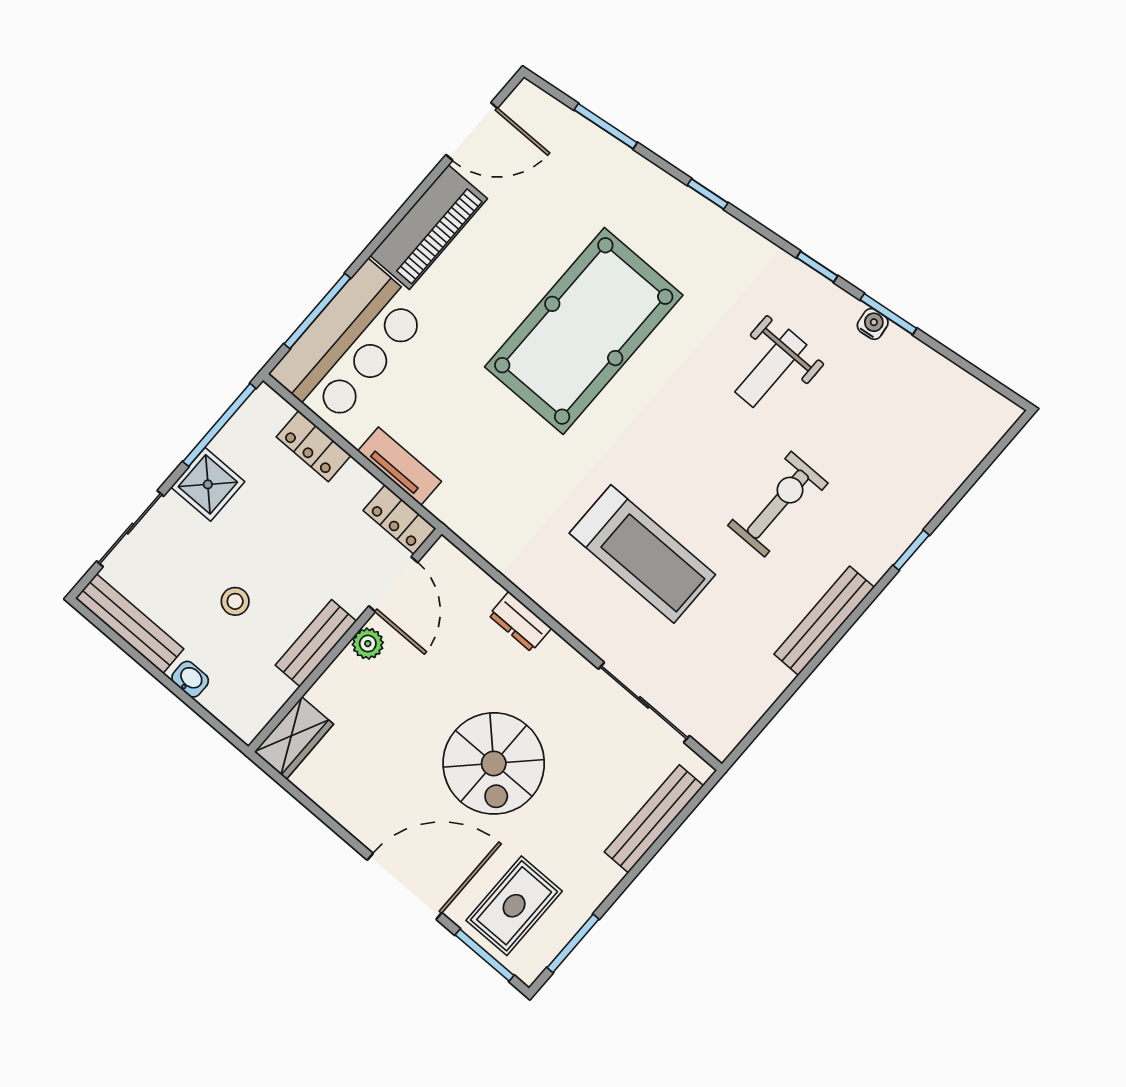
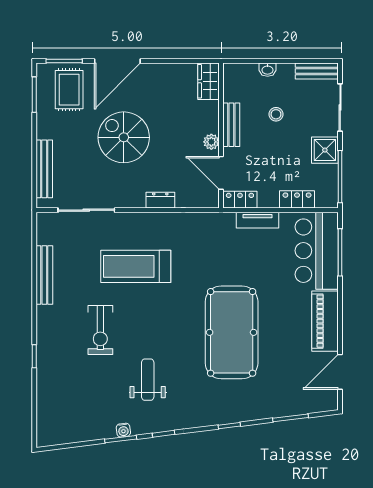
bench: (824, 621) -> (44, 275), moved
bench: (130, 624) -> (317, 71), width x0.73

